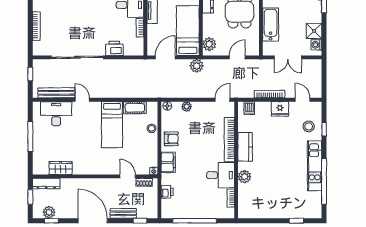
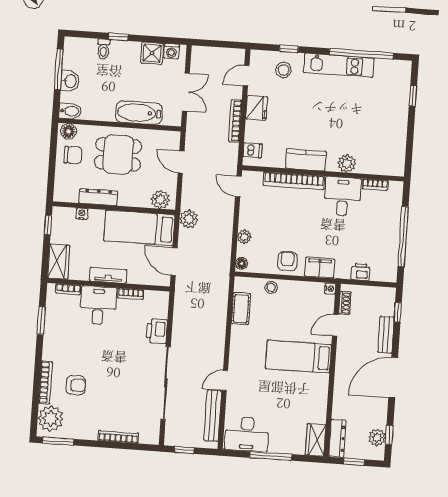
desk: (56, 114) -> (247, 434), moved, turned -90
bed: (112, 125) -> (299, 357), moved, turned 180
wardrobe: (61, 168) -> (316, 440), moved

